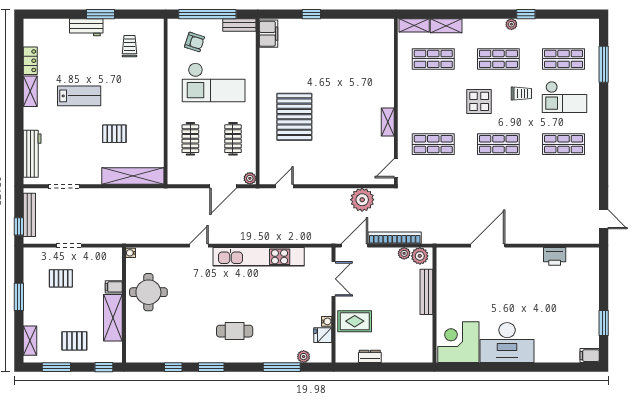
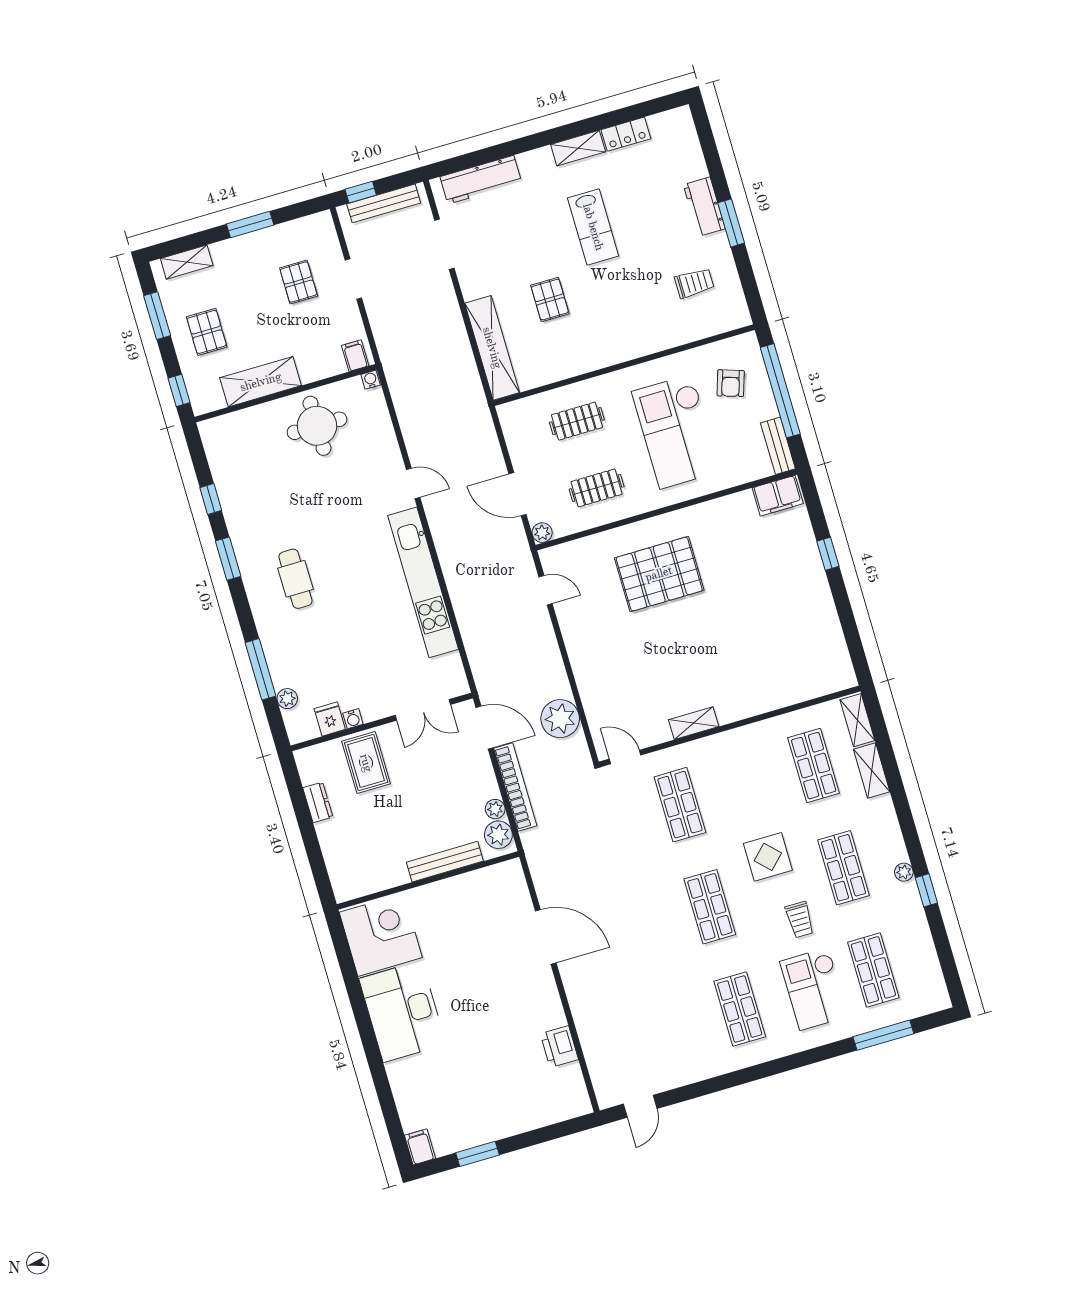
filing cabinet: (114, 287) -> (355, 356), moved

